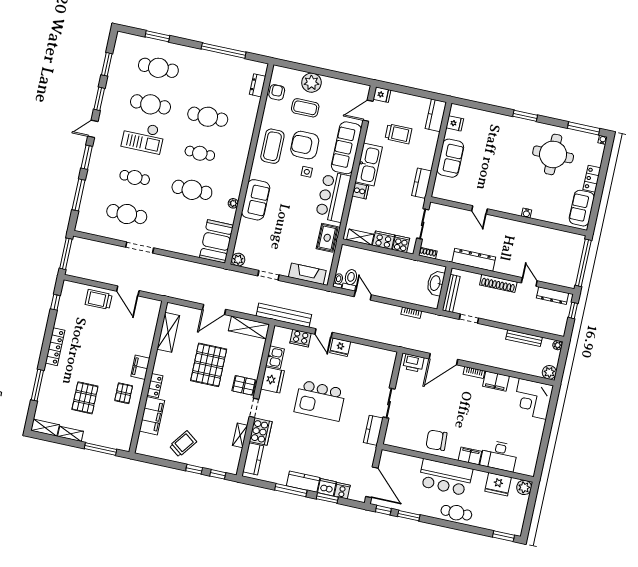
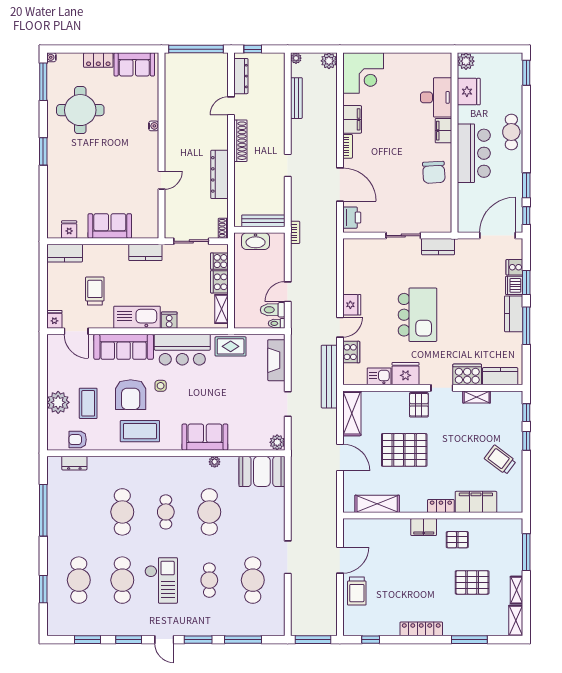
washbasin: (436, 283) -> (256, 241), moved
wall: (444, 288) -> (259, 230), moved
bench: (451, 293) -> (263, 221), moved

